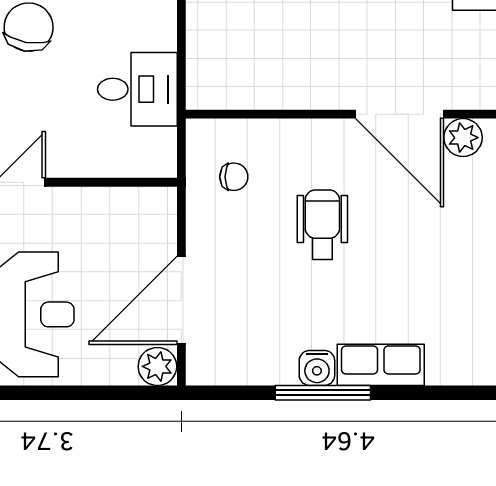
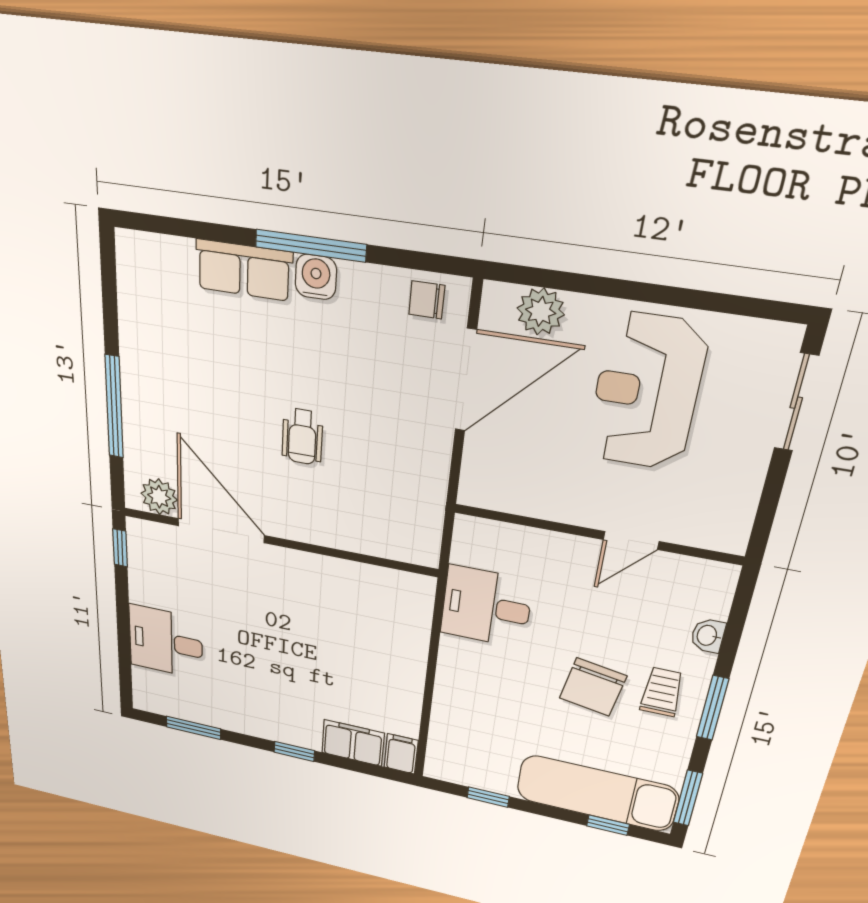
chair: (234, 177) -> (427, 300), moved
wheelchair: (322, 225) -> (302, 437), width x0.73, depth x0.73
plant: (157, 366) -> (541, 311), moved

